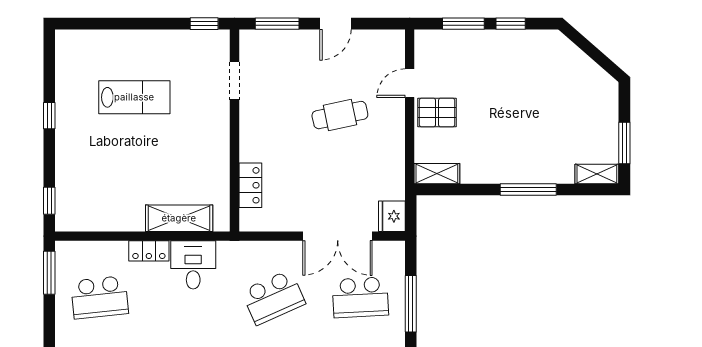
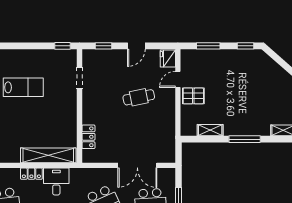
window: (277, 24) -> (103, 46), width x0.67
window: (511, 24) -> (245, 46), moved
shelving: (437, 174) -> (210, 130), moved
fridge: (392, 216) -> (168, 59), moved
shelving: (179, 218) -> (48, 155), width x1.47

